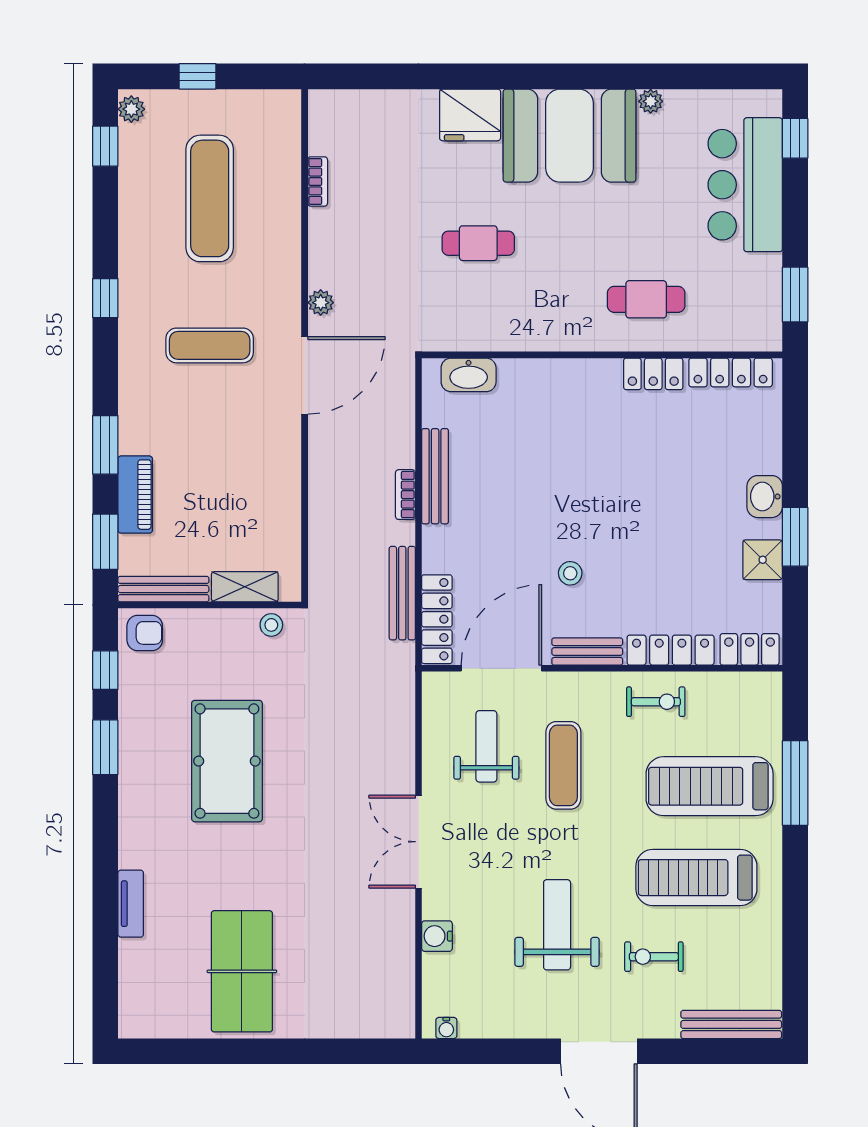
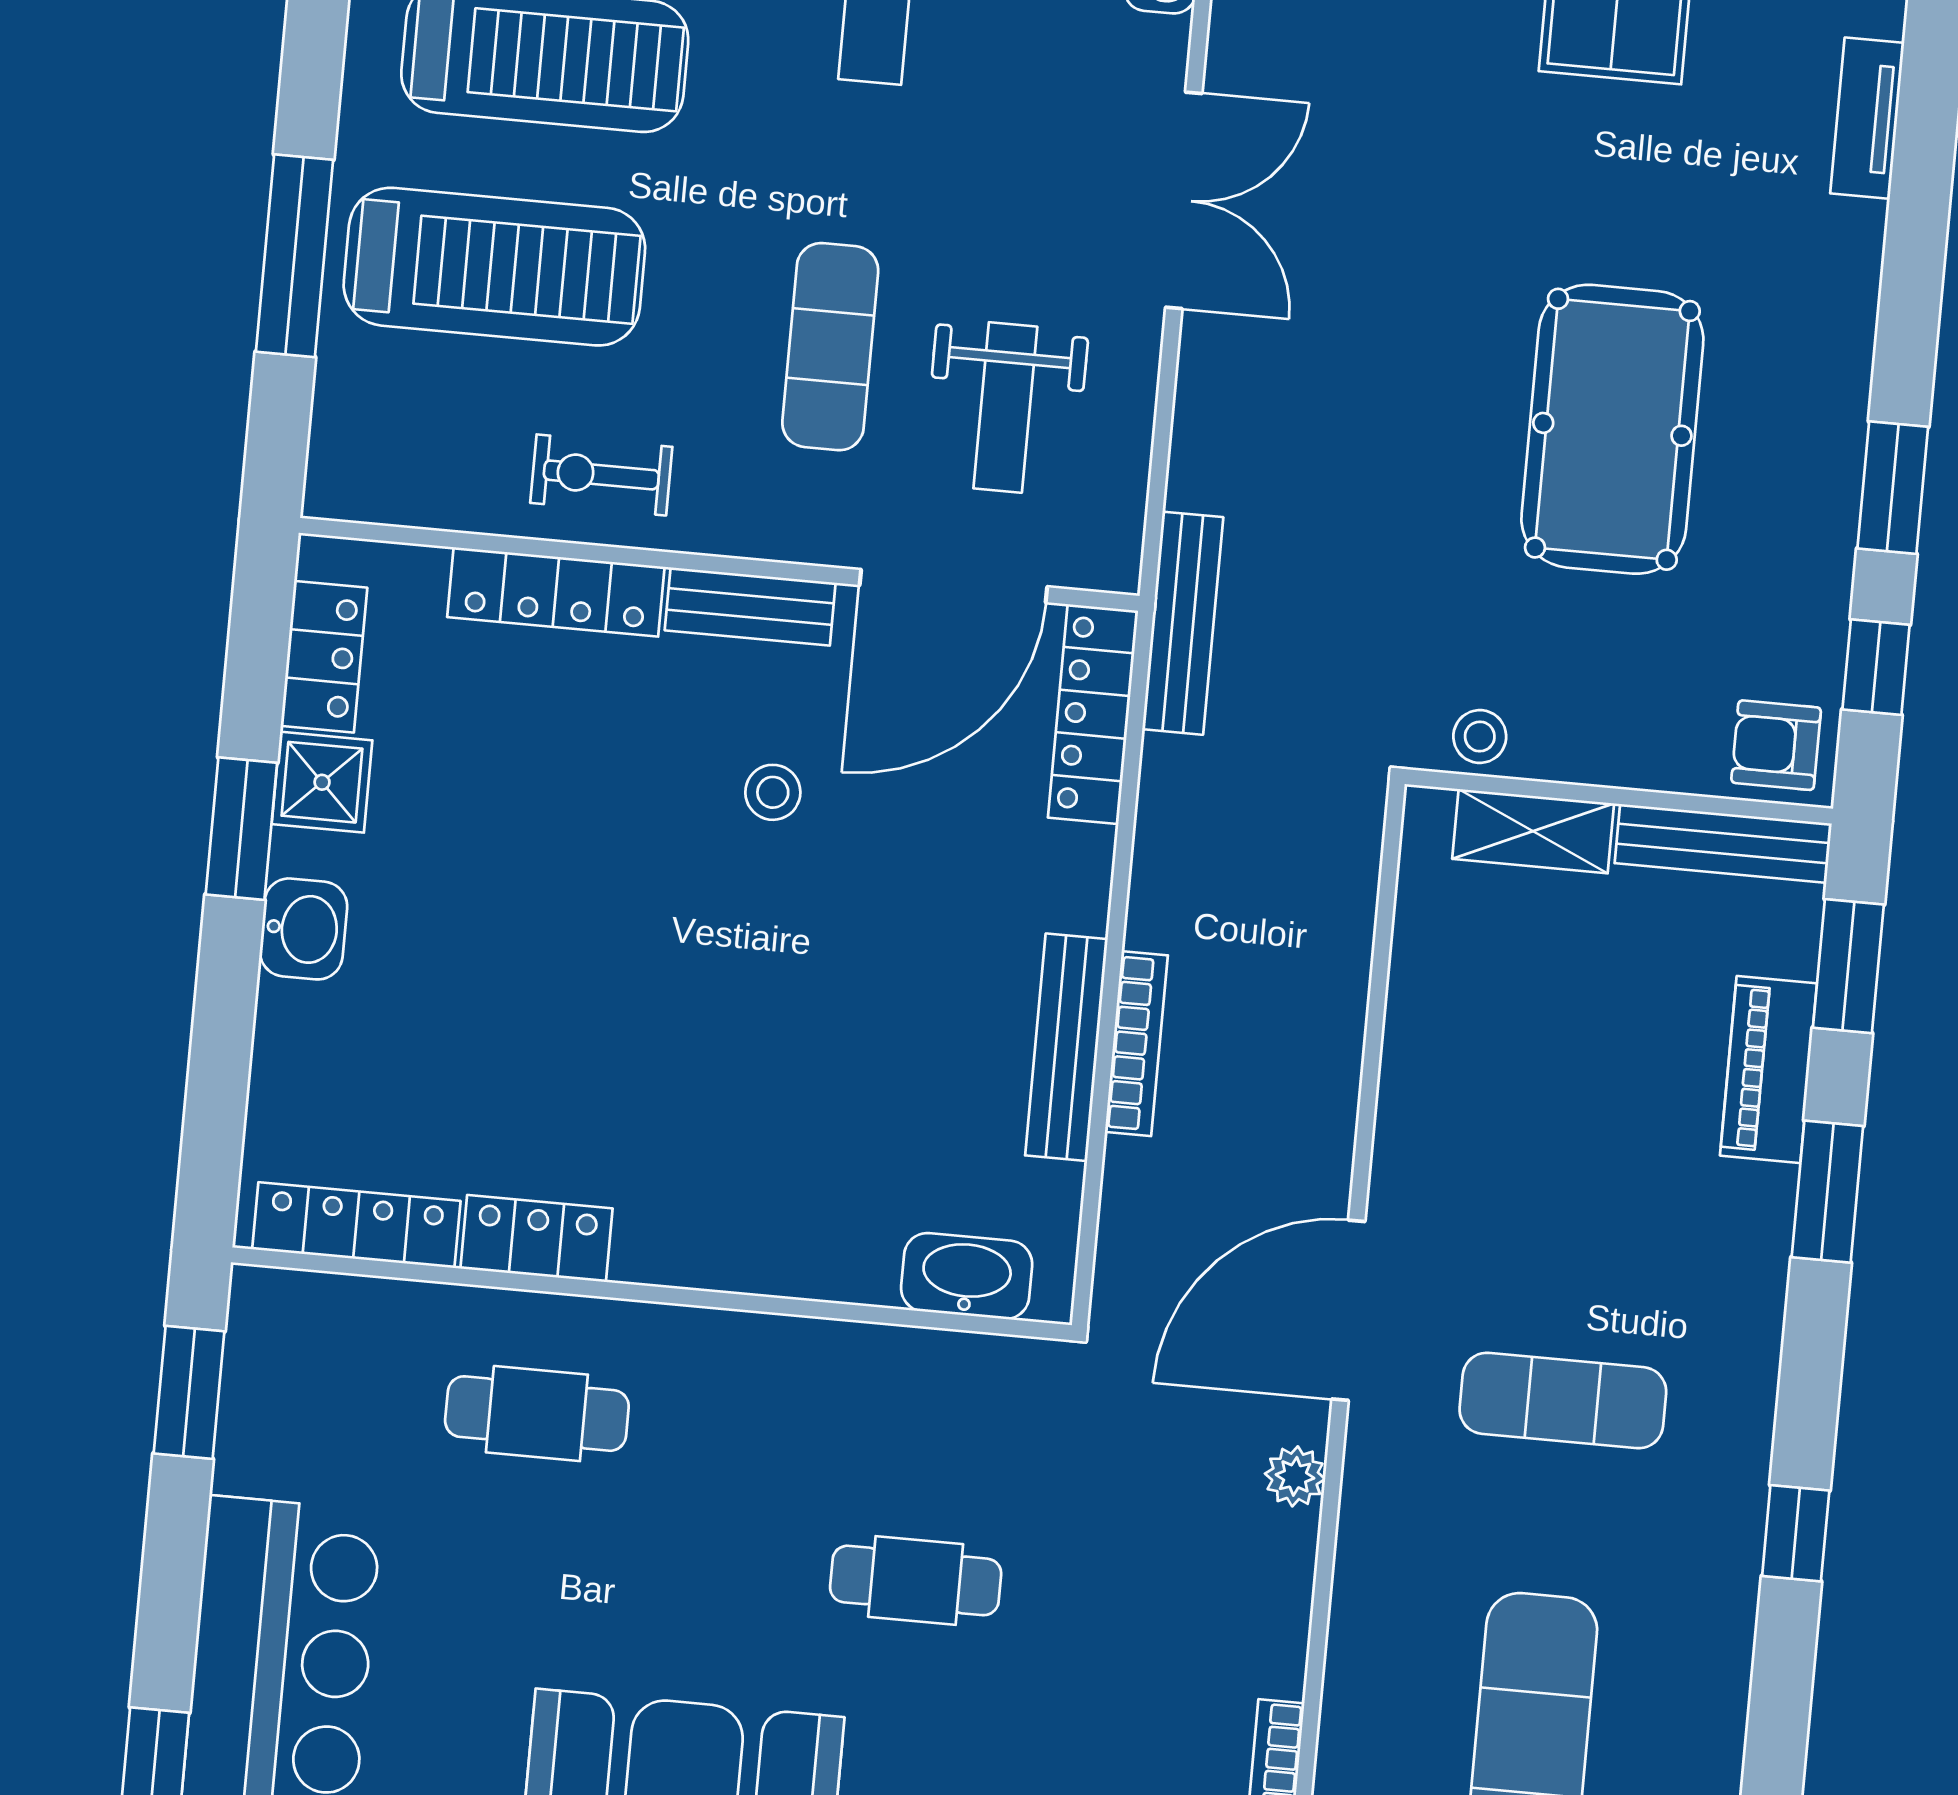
bookcase: (405, 495) -> (1136, 1044), width x1.56
bench: (402, 593) -> (1183, 623), moved
locker: (750, 649) -> (324, 657), moved, turned -90

